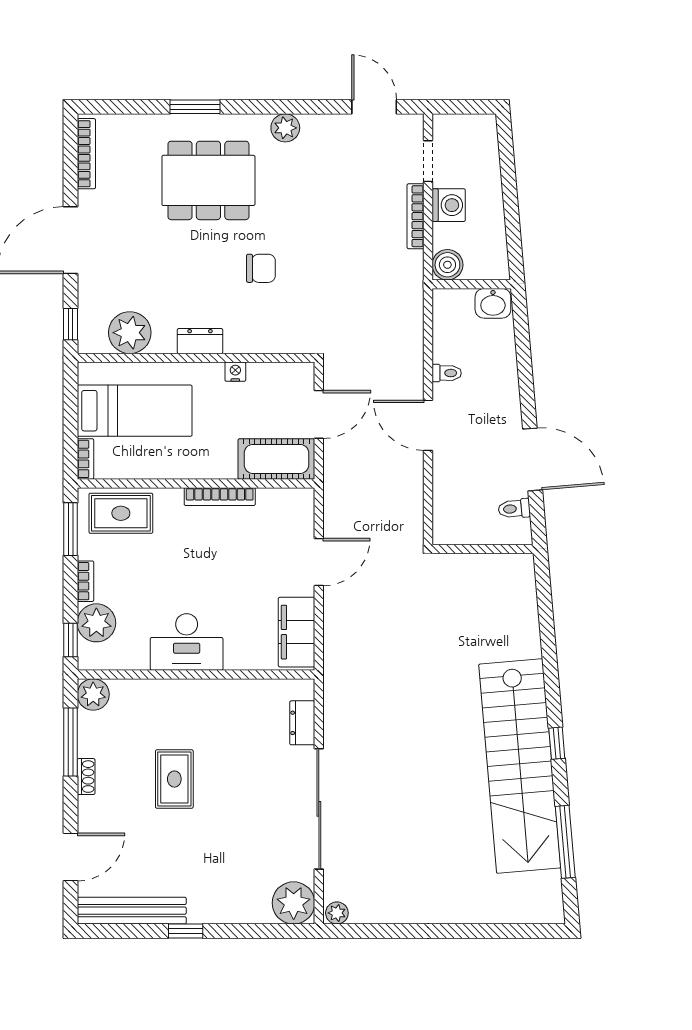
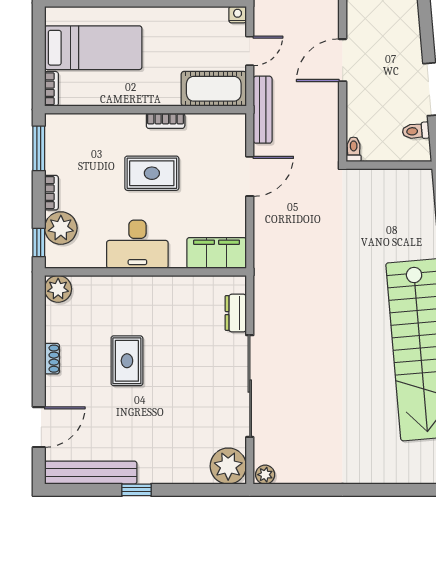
nightstand: (235, 372) -> (238, 15), moved
toilet: (447, 373) -> (354, 149), moved, turned -90
door: (319, 414) -> (250, 51), width x0.73
door: (428, 425) -> (343, 60), hinge flipped
bench: (334, 484) -> (263, 110), added
bookcase: (220, 497) -> (166, 121), width x0.64
rug: (121, 513) -> (152, 173), moved
filing cabinet: (297, 632) -> (217, 253), moved, turned 90
window: (70, 742) -> (39, 329), removed

